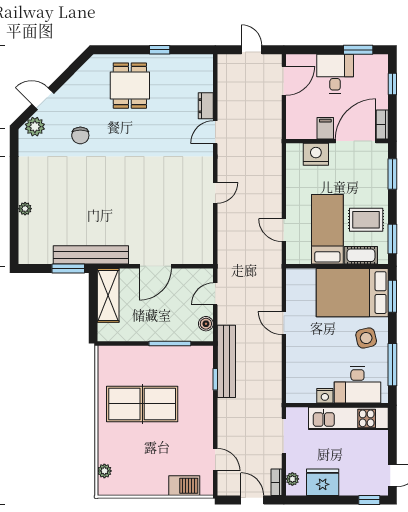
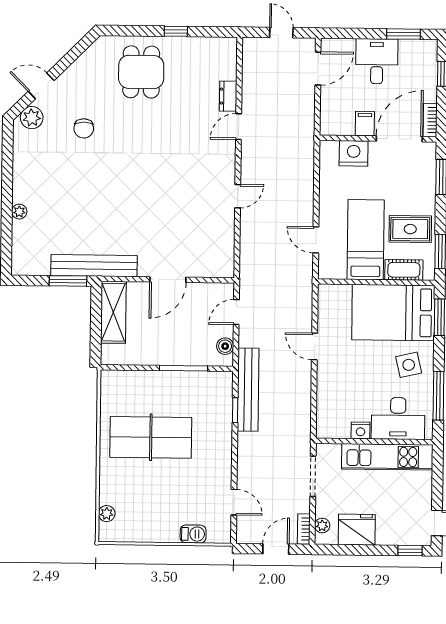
barbecue: (184, 486) -> (193, 534), width x0.73, depth x0.79
door: (252, 500) -> (276, 549), hinge flipped

